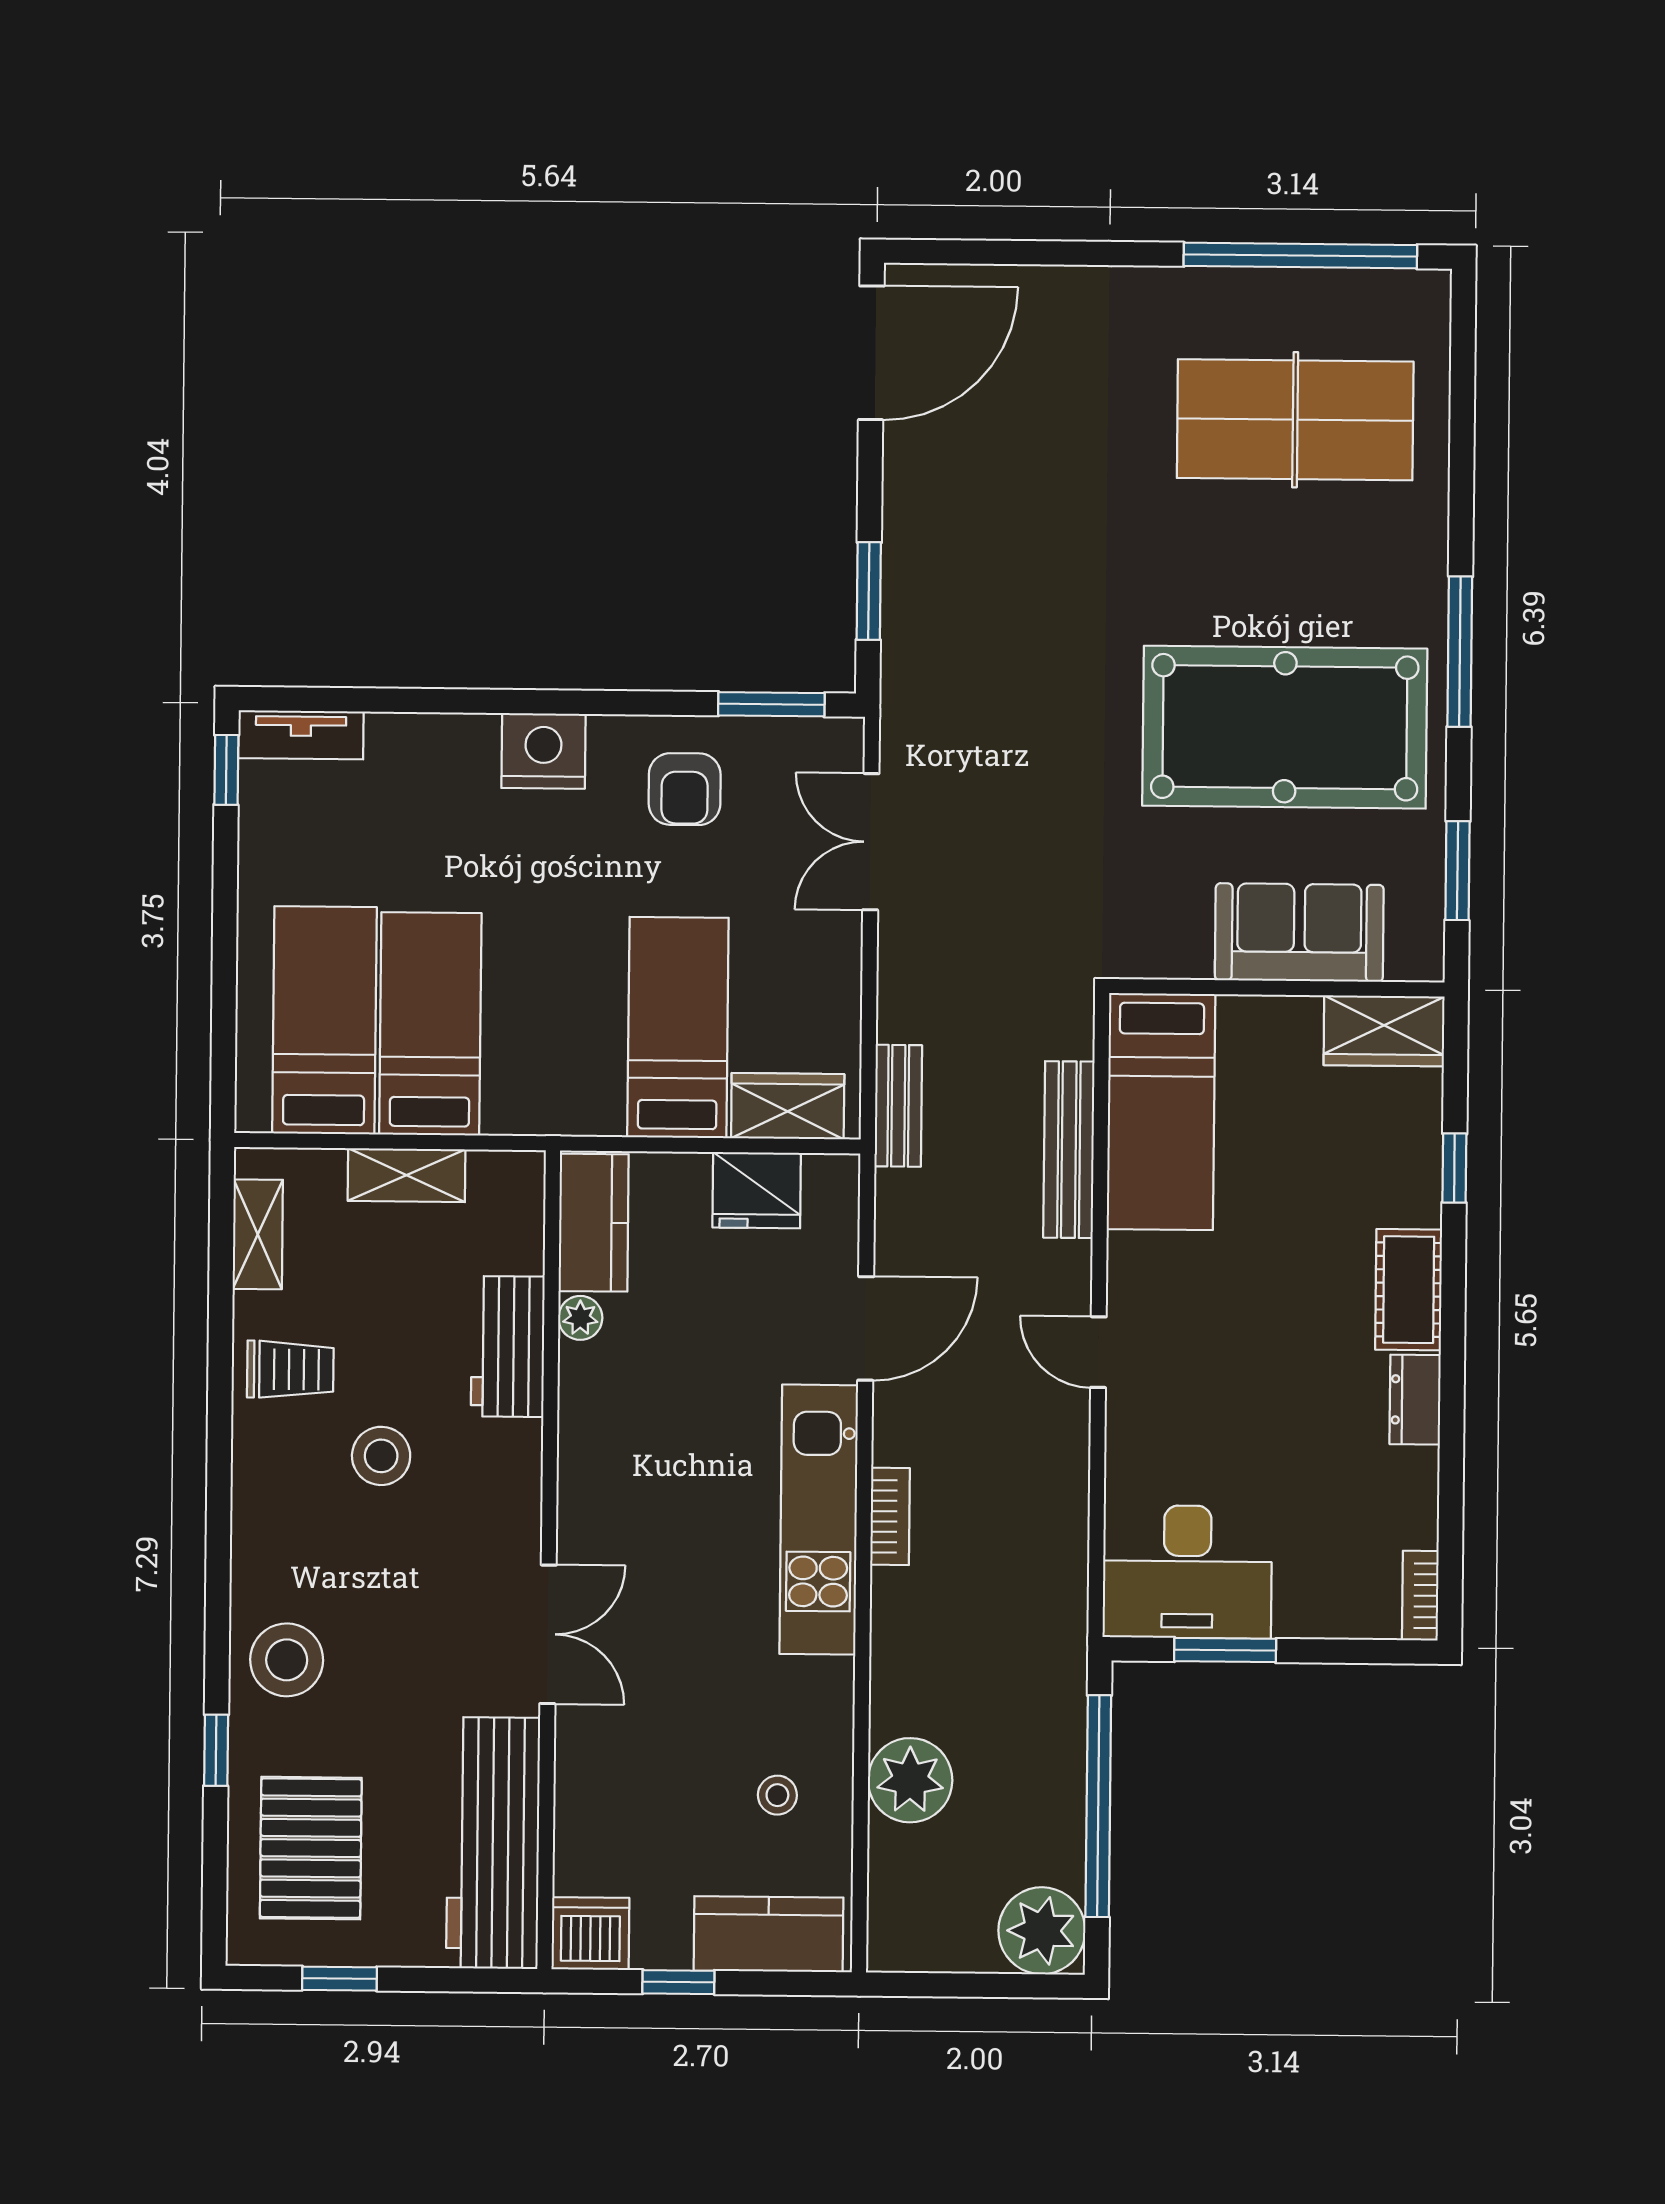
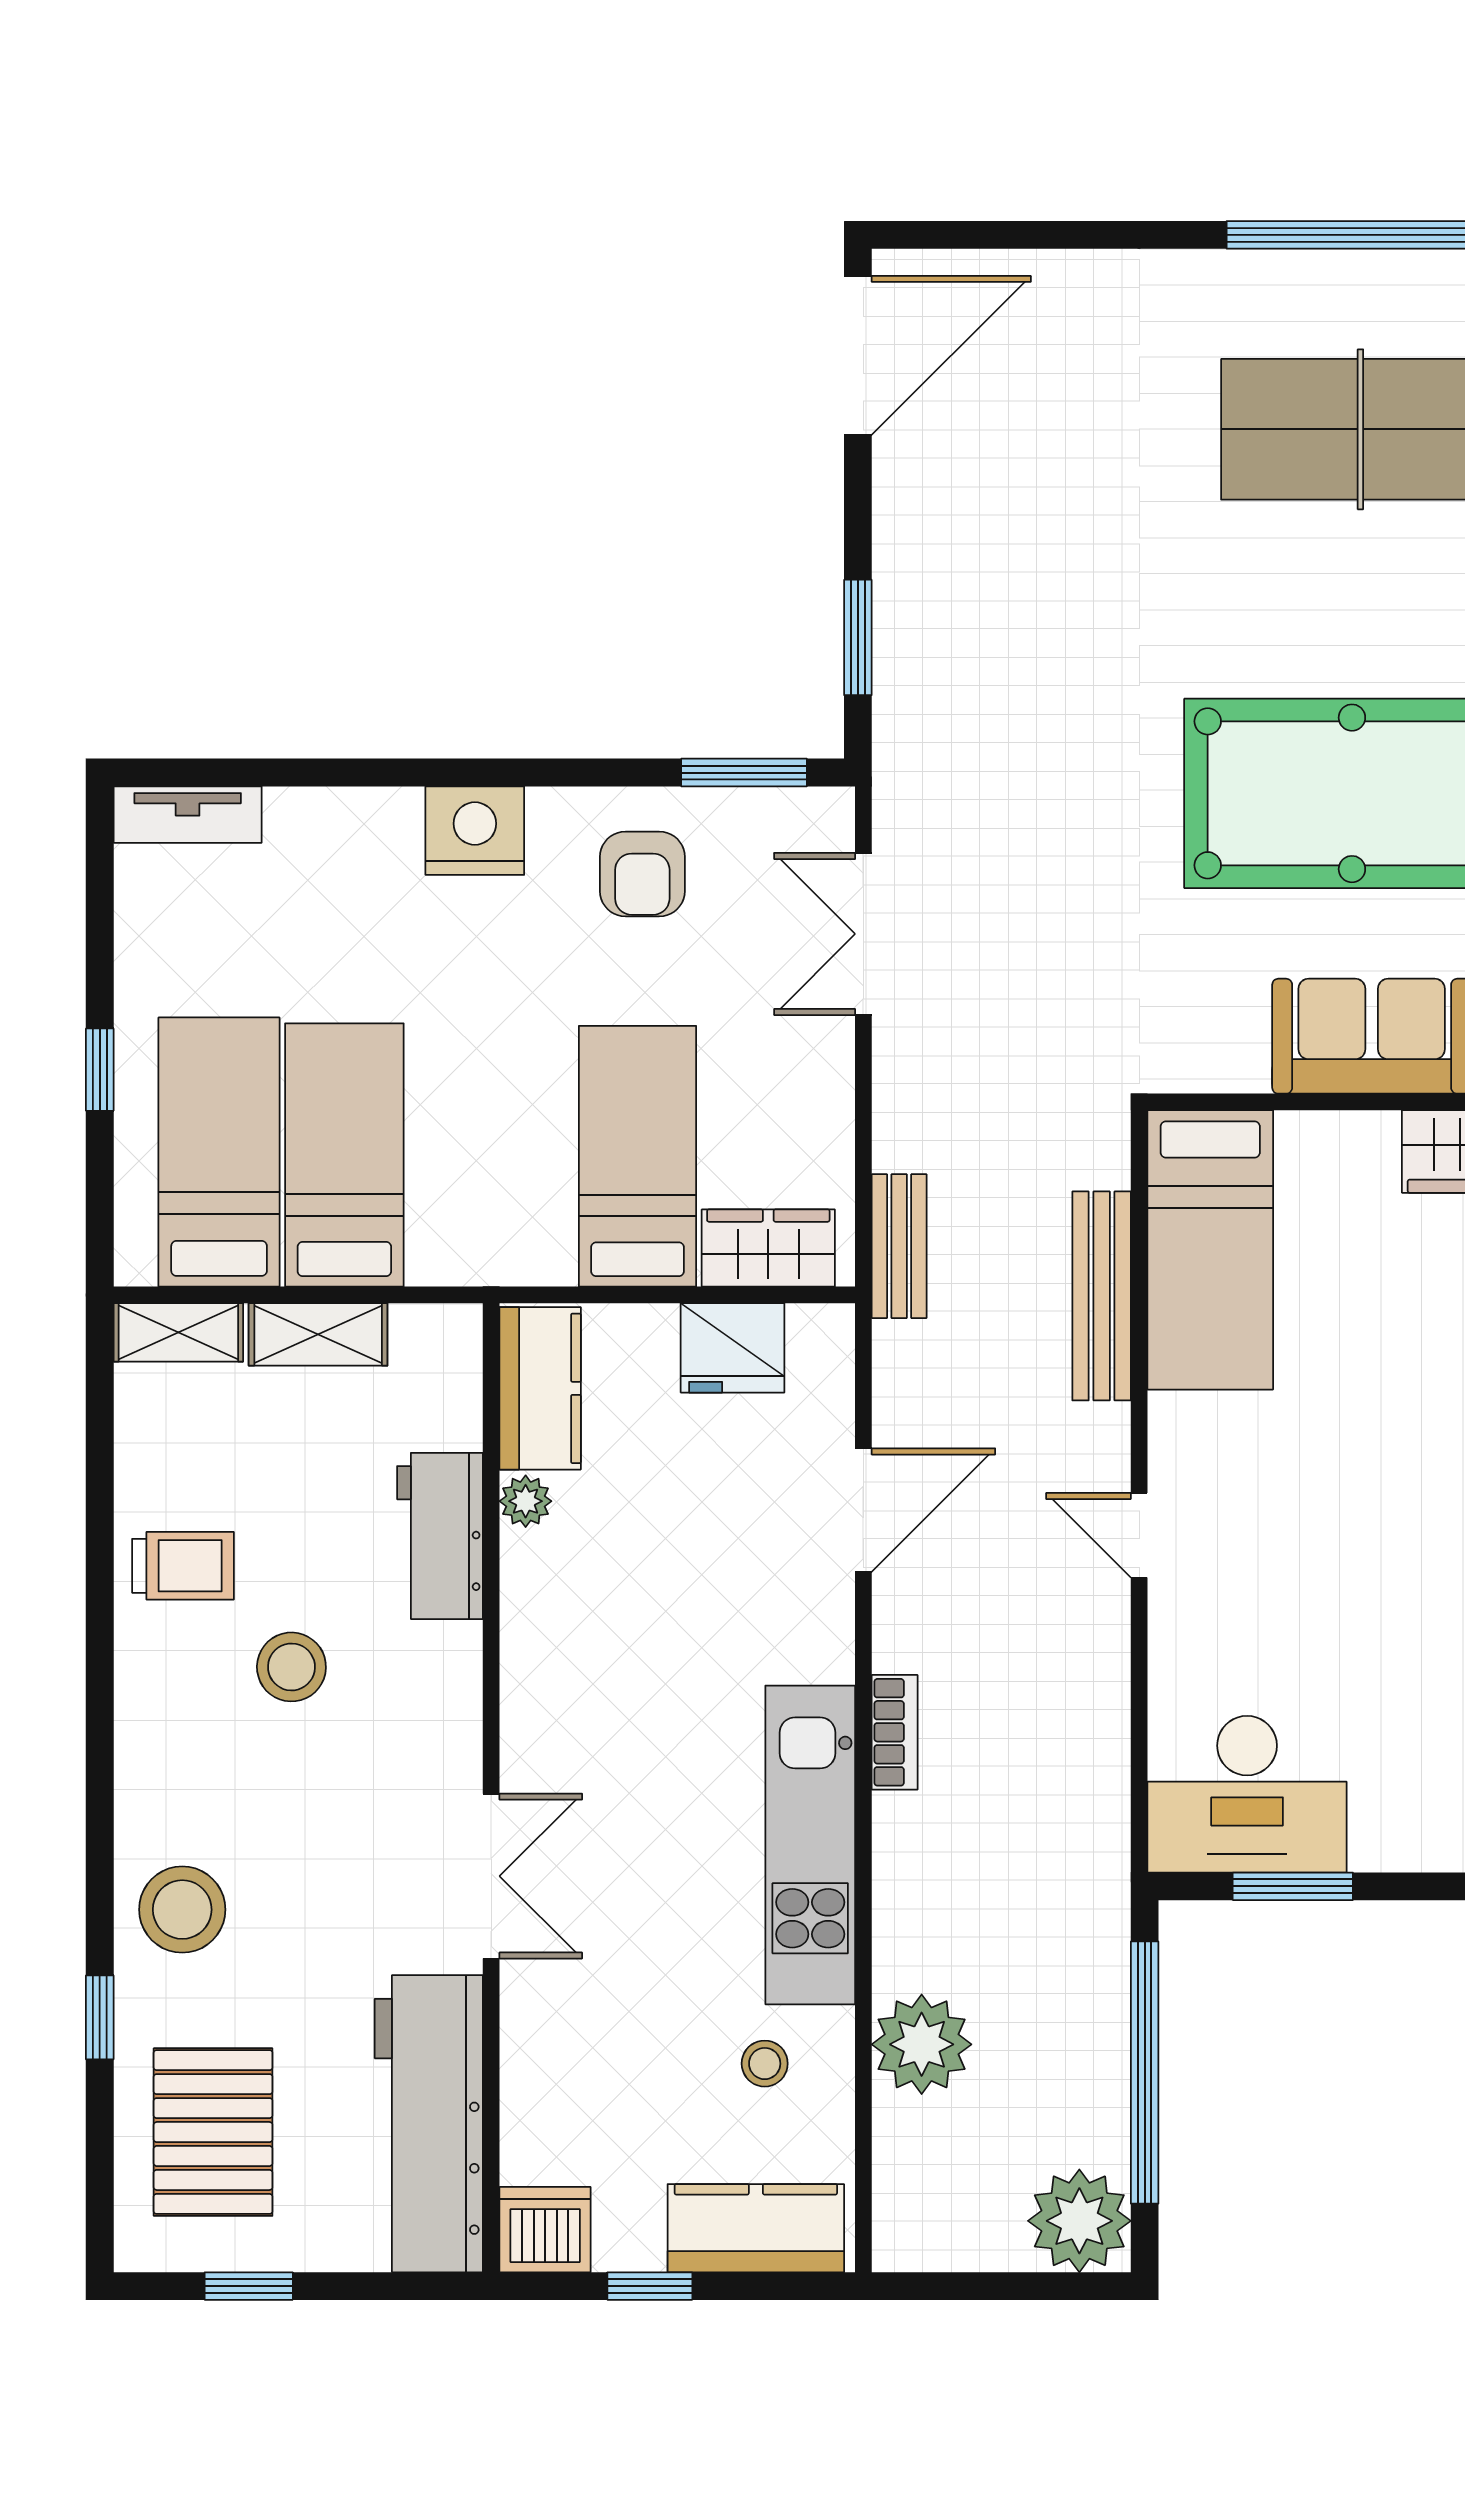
window: (226, 770) -> (100, 1070), moved
shelving: (258, 1234) -> (178, 1332), moved, turned 90
kitchen unit: (819, 1520) -> (810, 1845), moved

